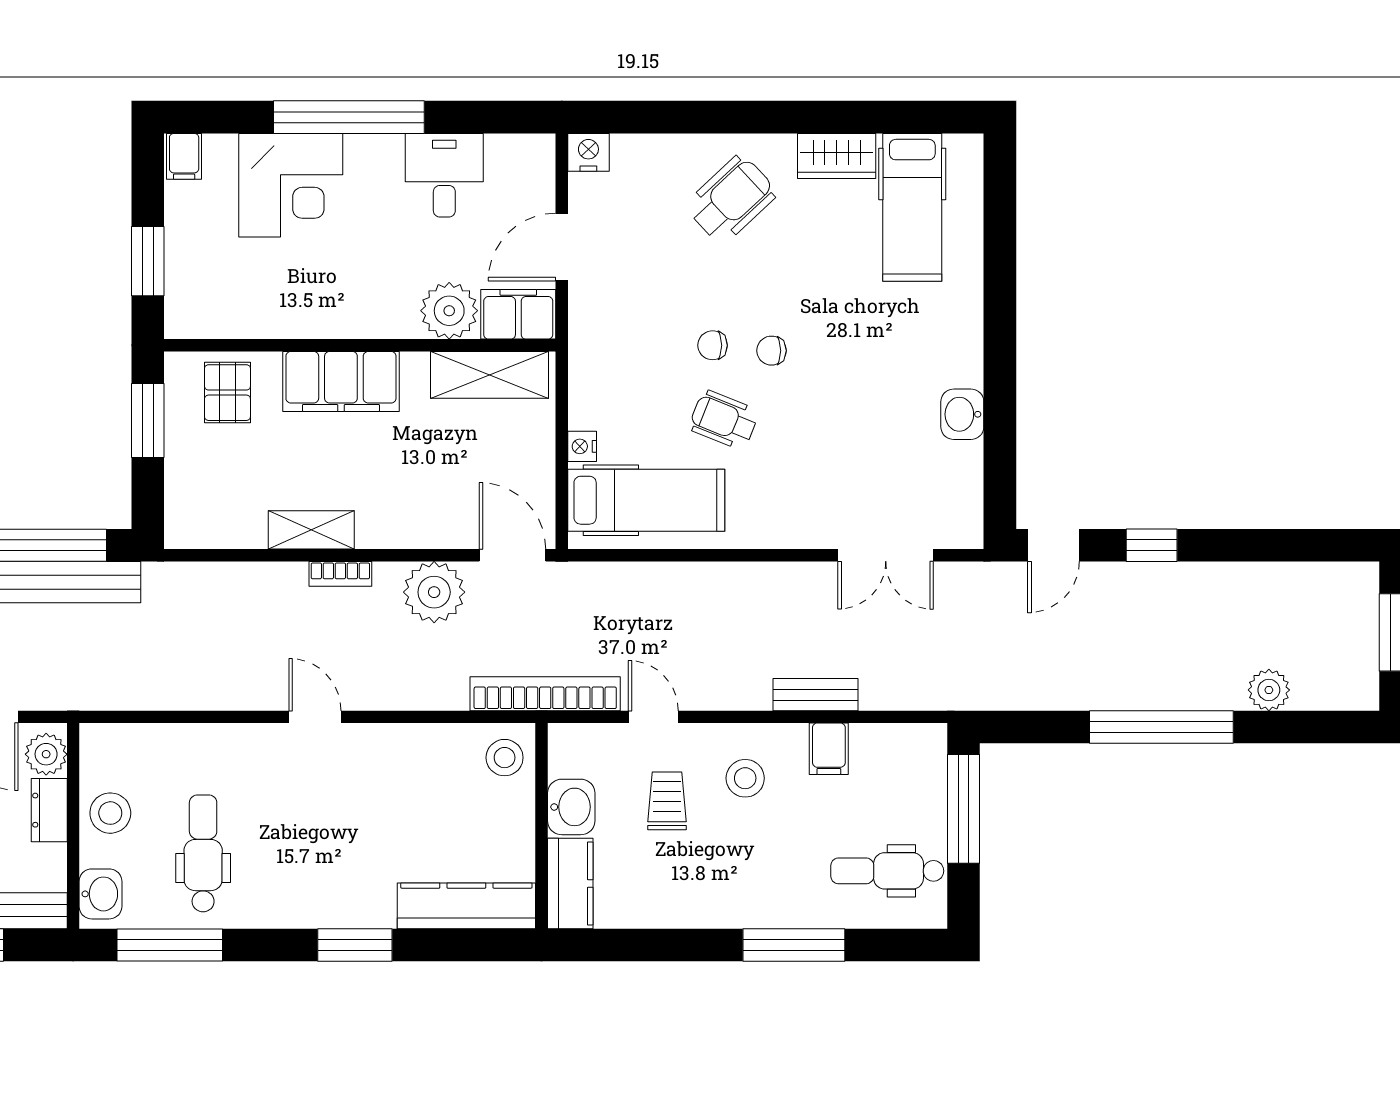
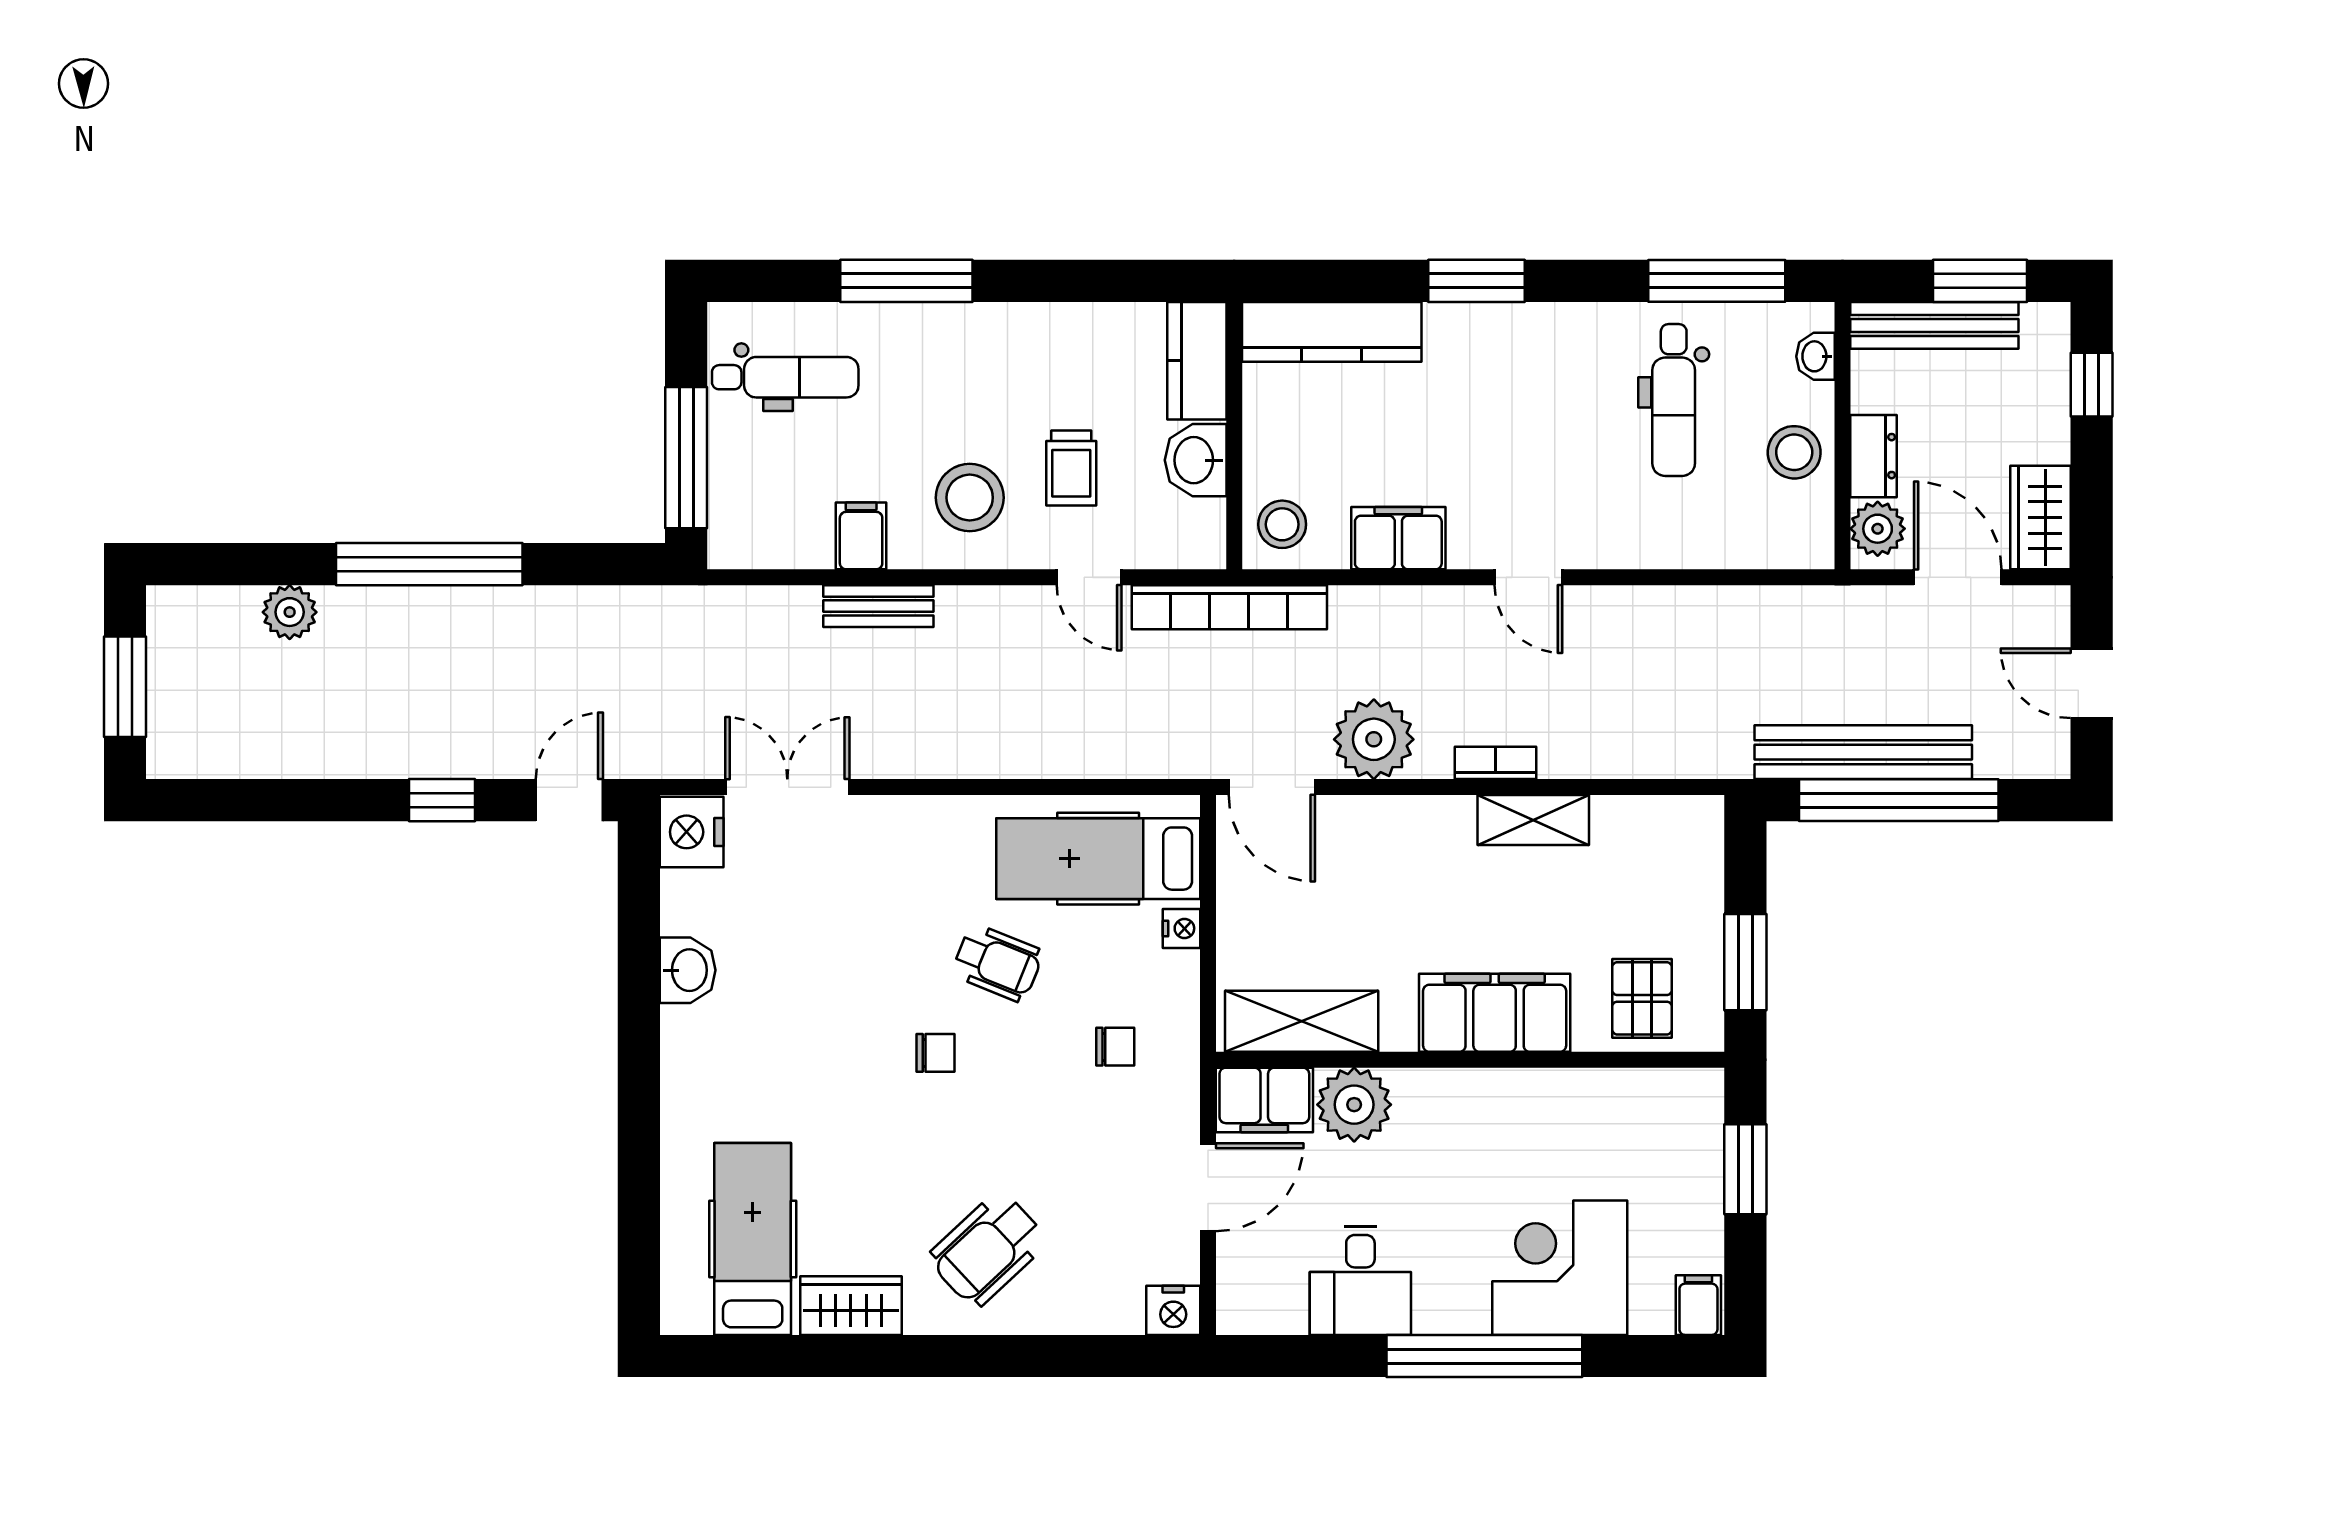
chair: (713, 345) -> (1115, 1047), moved
nightstand: (959, 521) -> (692, 832), added
filing cabinet: (415, 747) -> (1398, 538), added
stool: (745, 778) -> (970, 498), width x1.38, depth x1.38
washbasin: (100, 894) -> (1815, 356), width x0.72, depth x0.69

